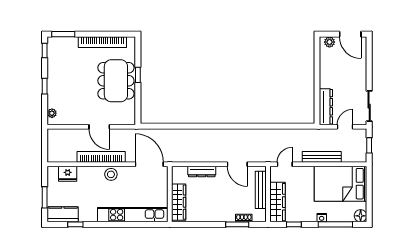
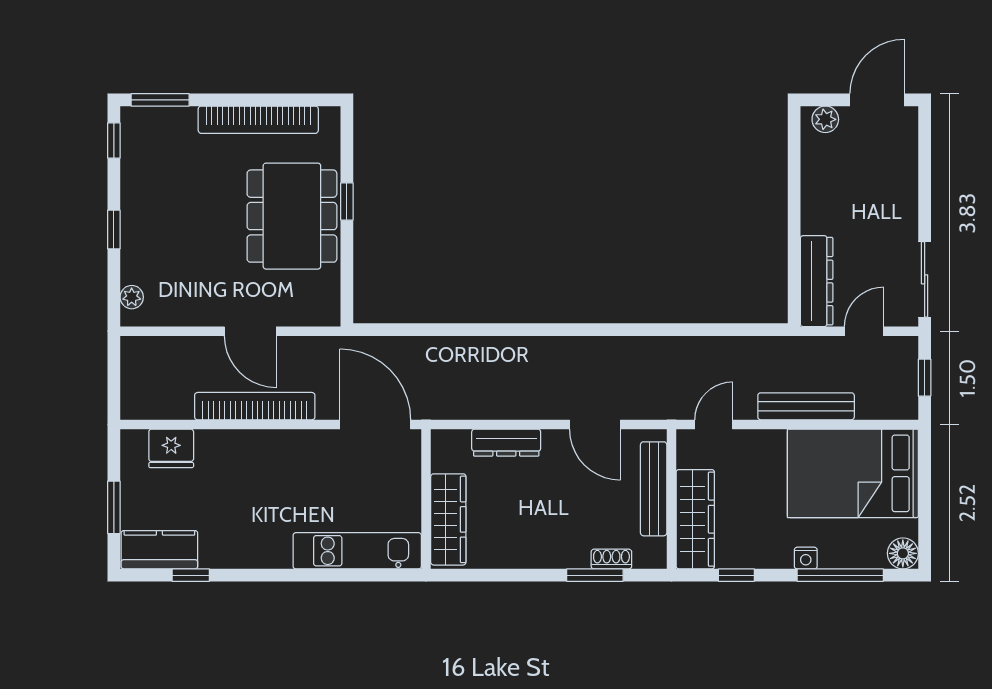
door: (350, 34) -> (877, 100), swing flipped
stool: (111, 174) -> (279, 450), removed
kitchen unit: (133, 215) -> (357, 551), width x0.73

